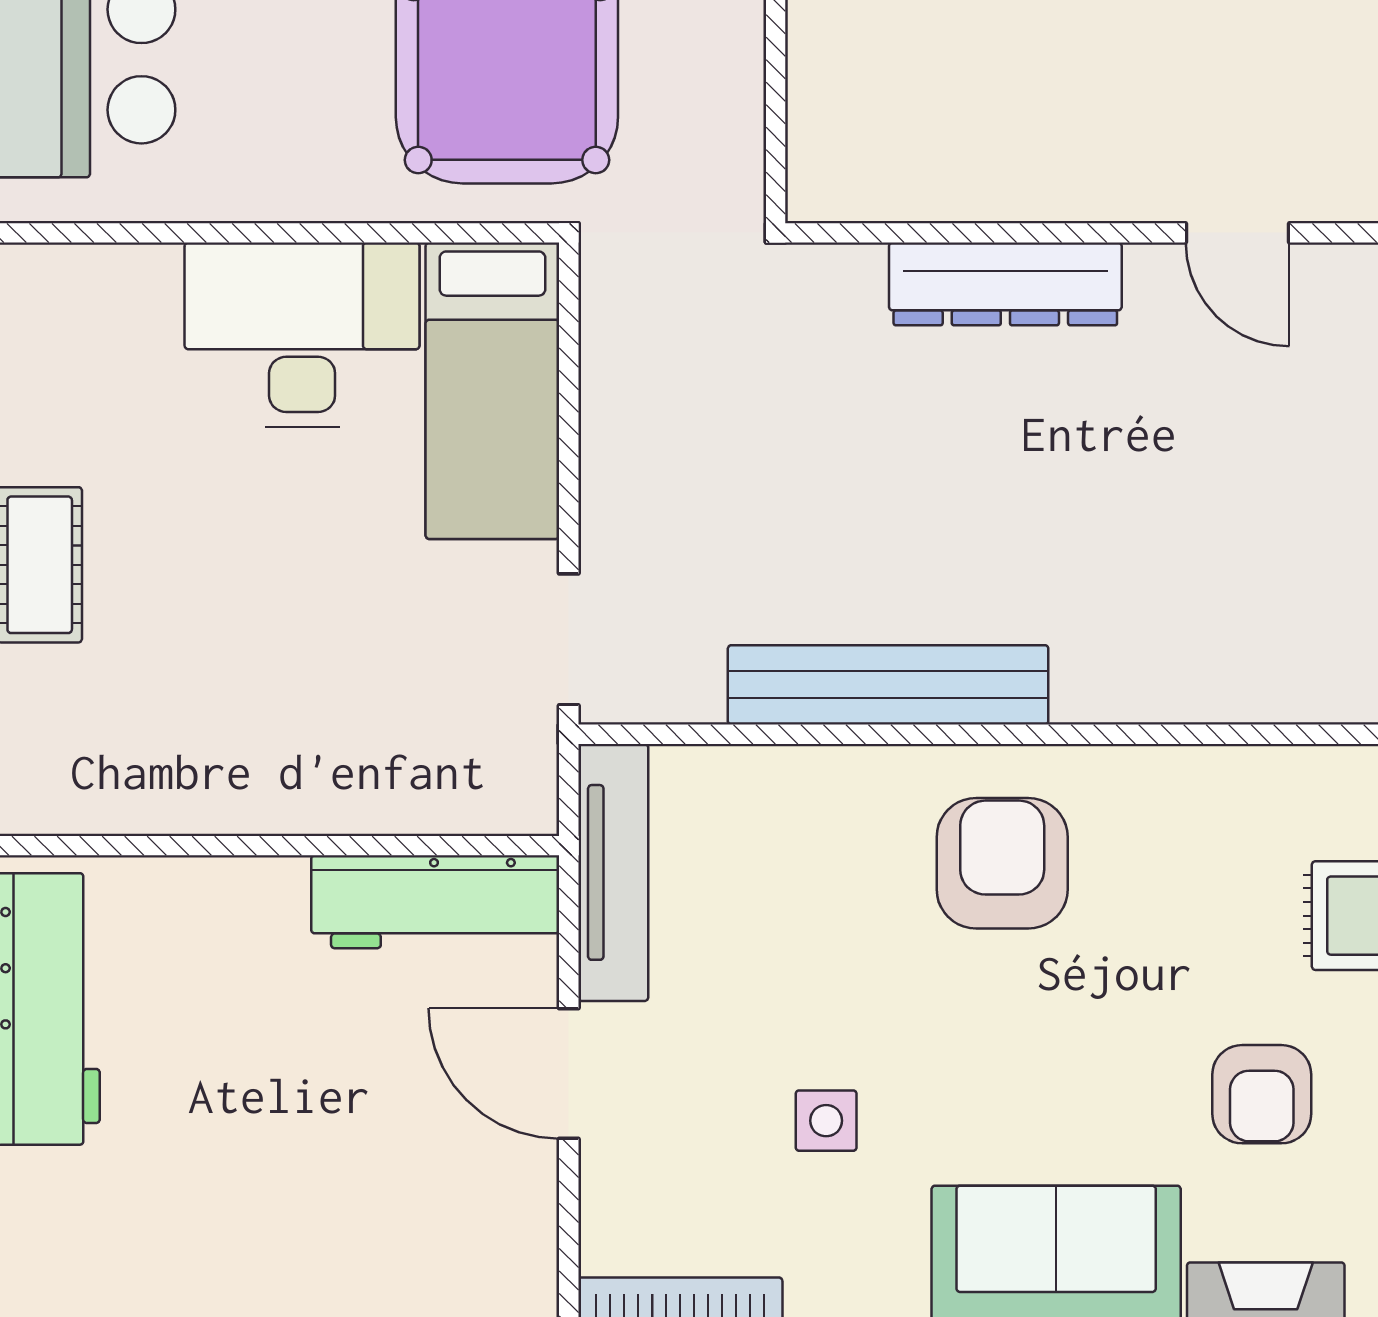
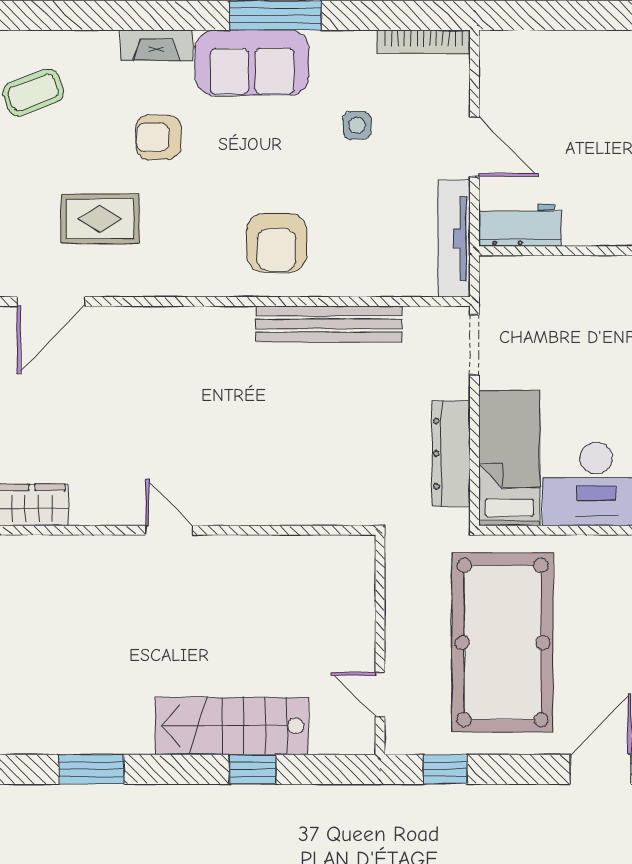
dresser: (1005, 284) -> (451, 454), moved, turned -90
workbench: (435, 902) -> (520, 225), width x0.73
armchair: (1262, 1094) -> (158, 137), turned -90

